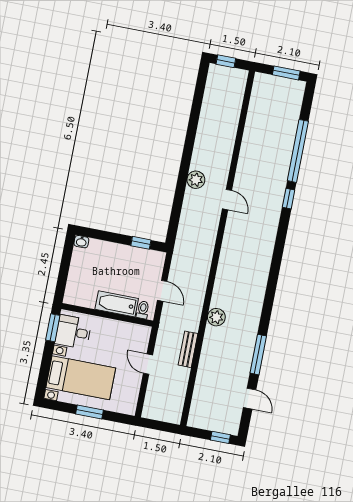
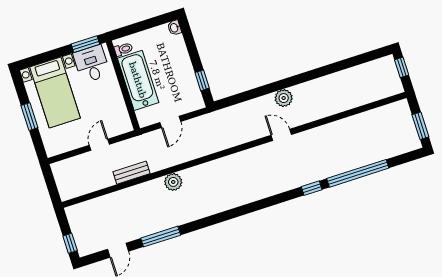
door: (227, 200) -> (281, 135), swing flipped
bathtub: (117, 304) -> (138, 80), width x1.36, depth x1.36
toilet: (143, 310) -> (124, 49), moved

